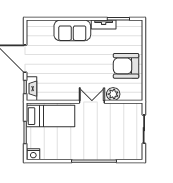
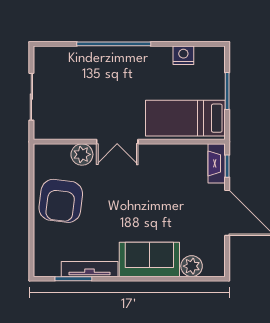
tv unit: (104, 25) -> (90, 269), width x1.41
plant: (47, 26) -> (192, 266), added
armchair: (126, 66) -> (61, 201), turned 97
nightstand: (33, 154) -> (183, 55), moved

